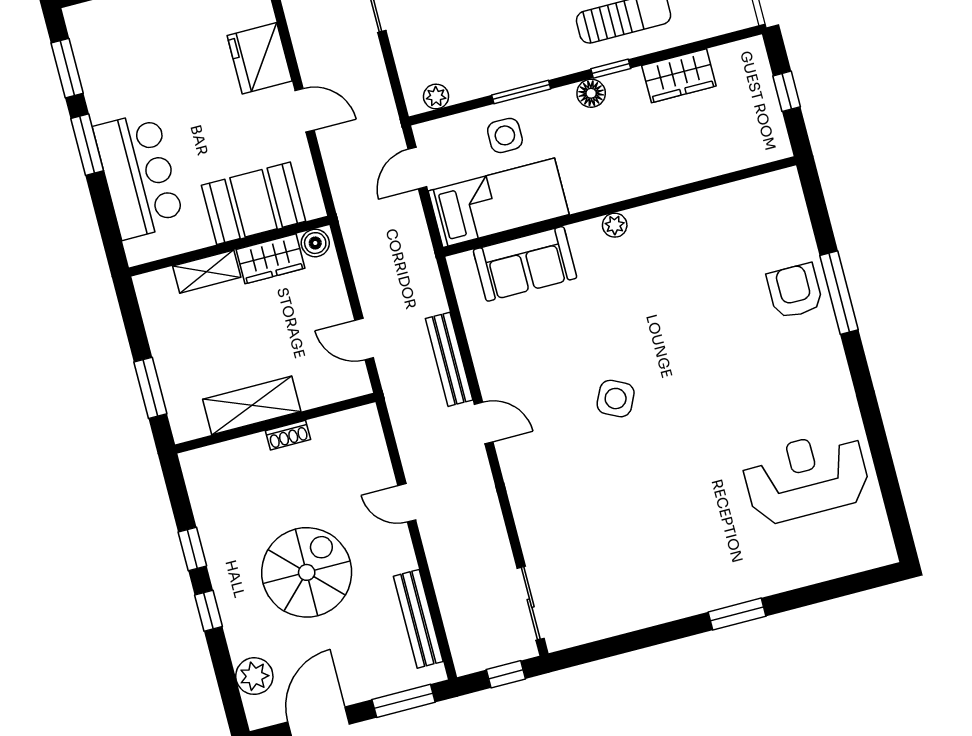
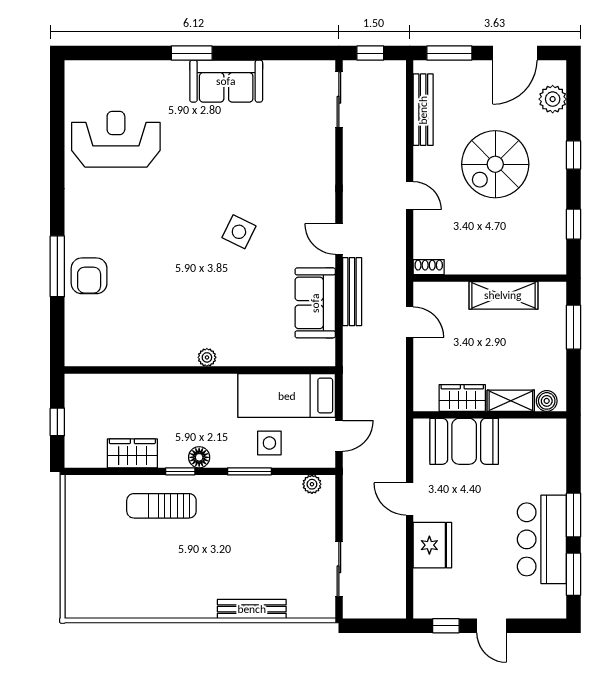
bar counter: (139, 175) -> (542, 539), moved
boiler: (315, 243) -> (547, 401), moved
sofa: (525, 264) -> (315, 303), moved, turned -90
shoe rack: (288, 435) -> (429, 267), moved
reception desk: (806, 477) -> (116, 139), turned 180
window: (192, 549) -> (573, 224), moved
sofa: (683, 589) -> (226, 81), added

